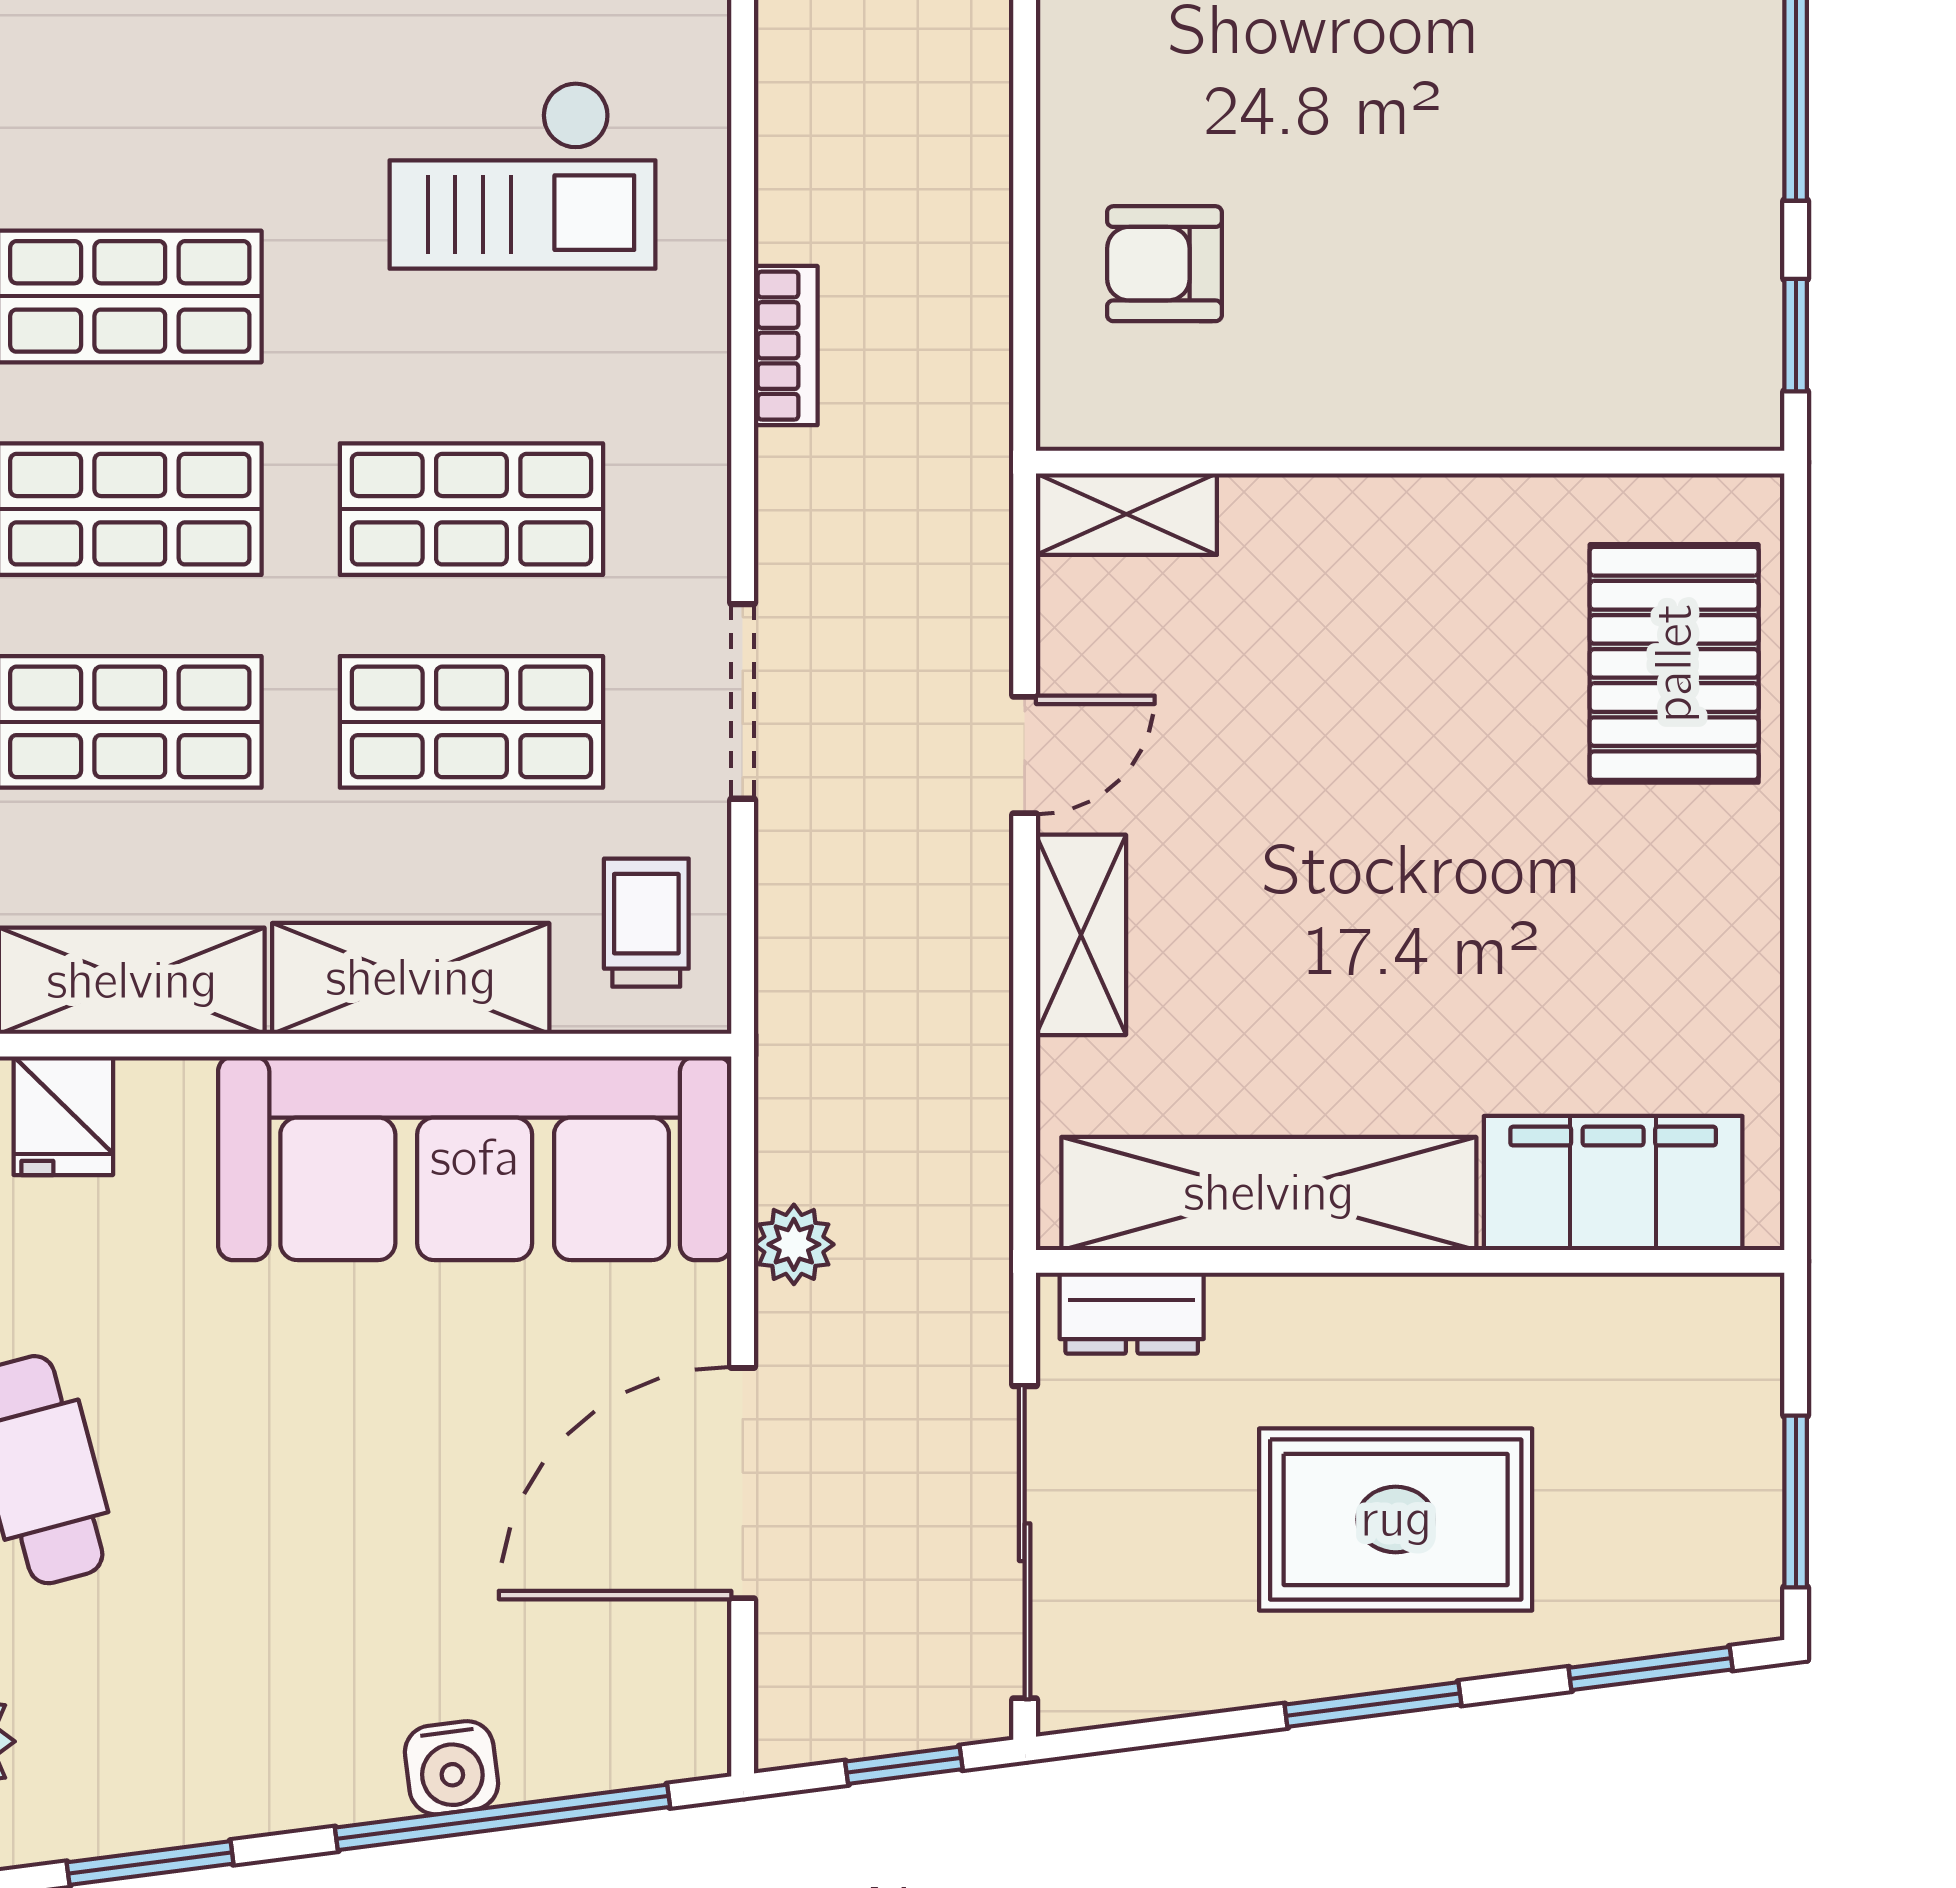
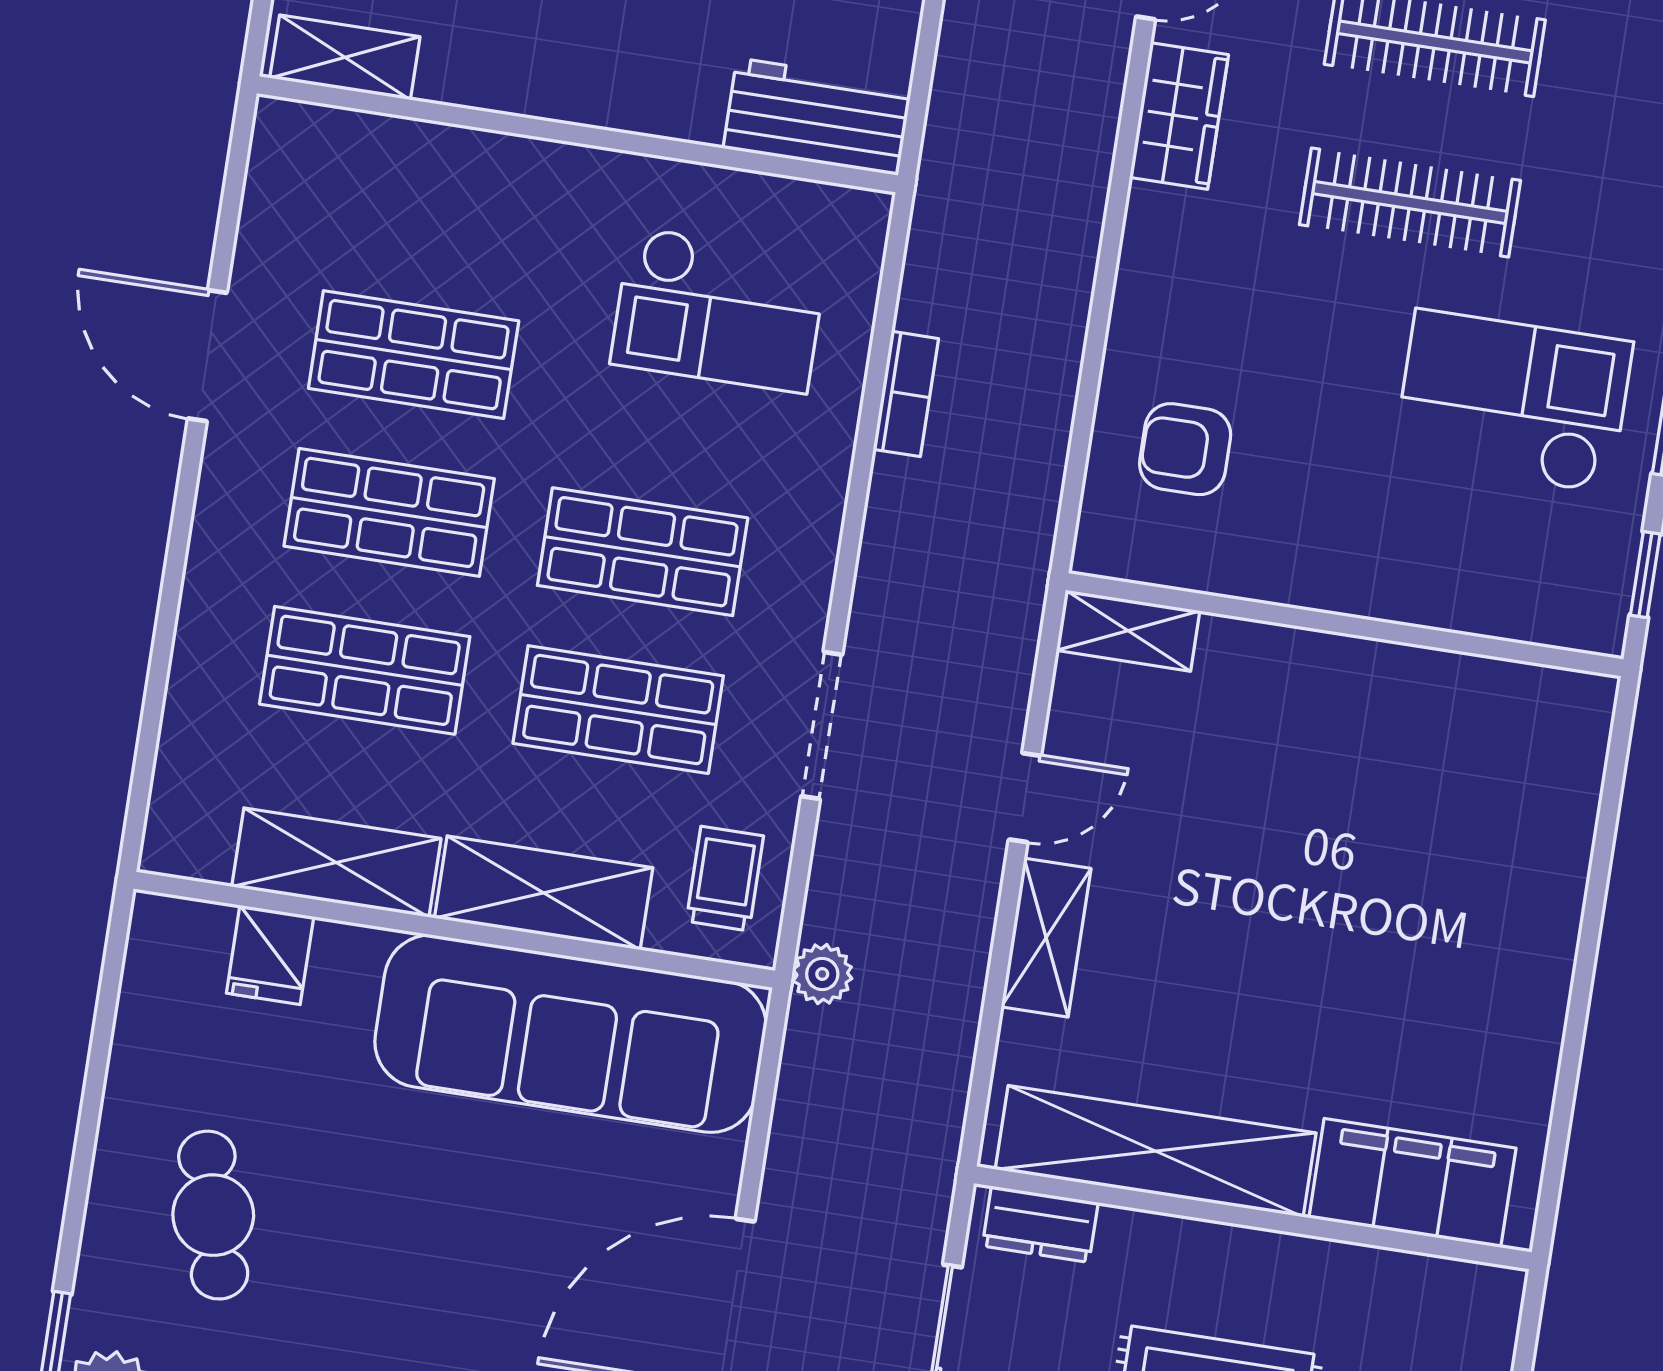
checkout: (1586, 134) -> (1513, 402), added
bookcase: (786, 346) -> (906, 394), moved
pallet: (1674, 663) -> (1517, 804), removed
plant: (794, 1244) -> (822, 974), moved

